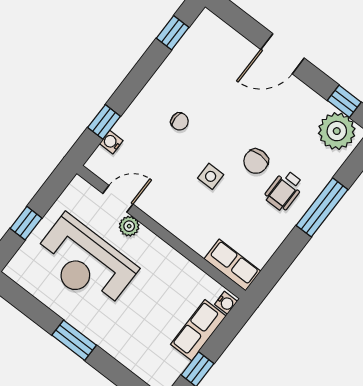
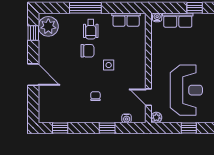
window: (104, 122) -> (107, 128), moved
wheelchair: (284, 191) -> (91, 29), turned 90
plant: (129, 226) -> (156, 117), moved
row of seats: (232, 265) -> (126, 20), moved, turned -90

